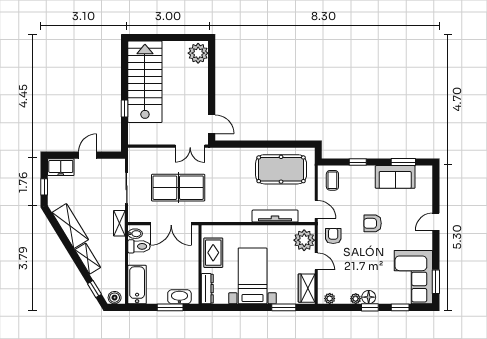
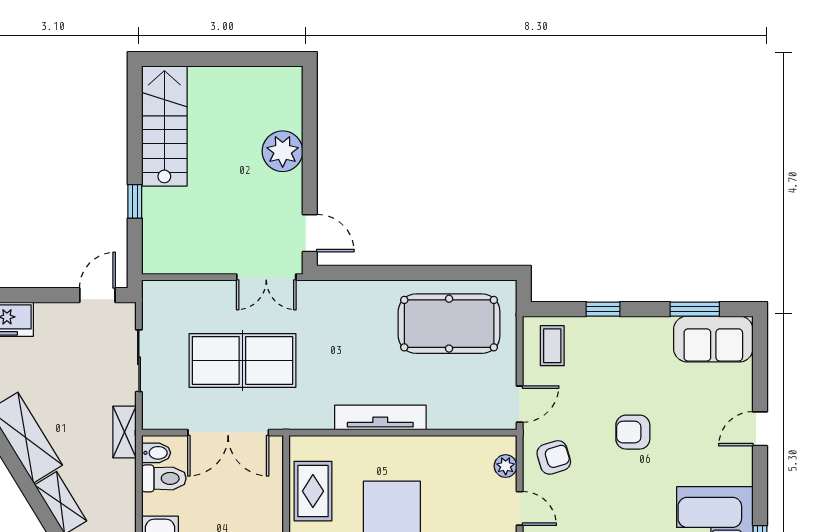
plant: (198, 53) -> (283, 151), moved
stairs: (145, 82) -> (164, 126), width x0.73, depth x0.66
door: (88, 155) -> (97, 295), moved
sofa: (395, 177) -> (713, 339), moved
door: (316, 209) -> (520, 404), hinge flipped
tv unit: (275, 216) -> (380, 418), moved
armchair: (333, 236) -> (554, 457), turned 73
plant: (304, 240) -> (506, 466), width x0.53, depth x0.53

